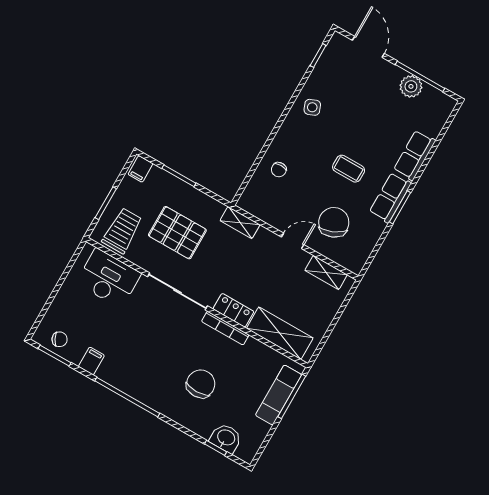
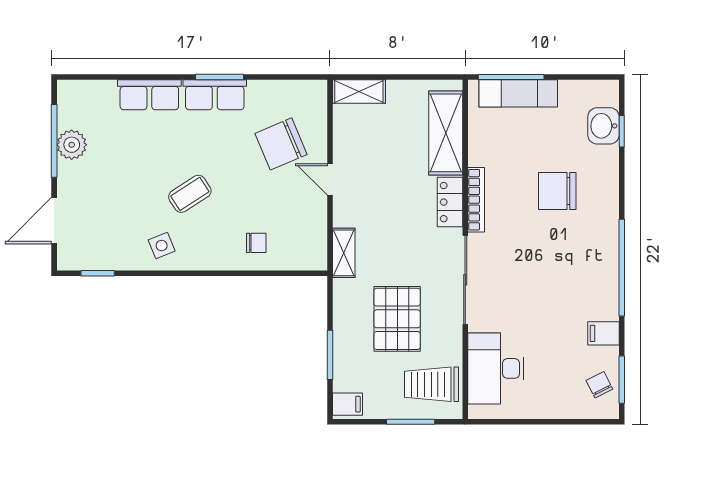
coffee table: (349, 169) -> (190, 194), moved, turned 57
shelving: (326, 272) -> (359, 91), moved, turned 90

